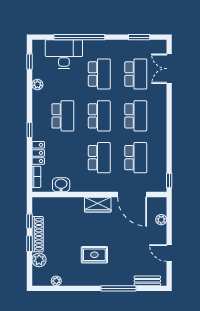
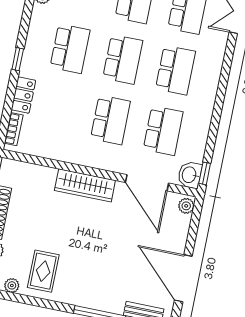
washbasin: (61, 185) -> (190, 175), moved, turned -90
wardrobe: (98, 205) -> (85, 185), width x1.50
plant: (161, 220) -> (186, 206), moved
door: (169, 253) -> (183, 278), width x1.88
rug: (94, 255) -> (43, 271), moved, turned 90

